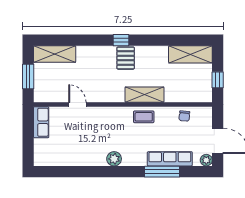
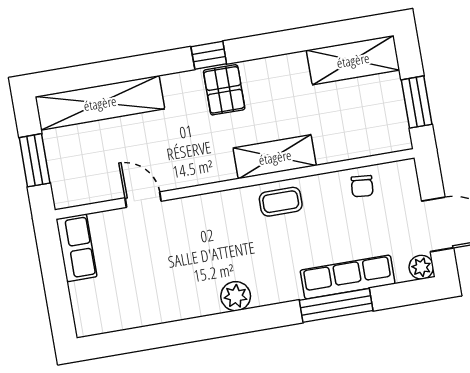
shelving: (55, 54) -> (100, 103), width x1.47
window: (218, 80) -> (417, 102), width x1.50

